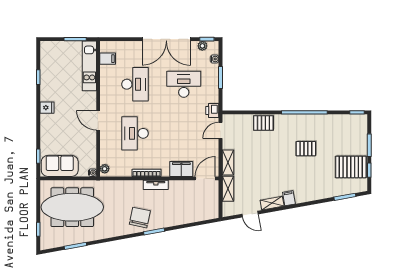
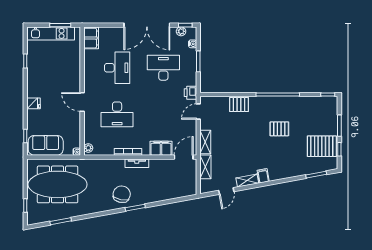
filing cabinet: (108, 59) -> (91, 38), width x2.00
kitchen unit: (89, 66) -> (51, 33), moved, turned -90
fridge: (47, 108) -> (34, 103), moved
desk: (135, 133) -> (117, 114), turned -90
door: (250, 214) -> (226, 191), hinge flipped

